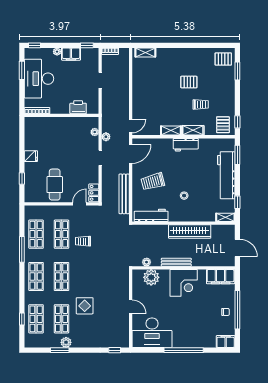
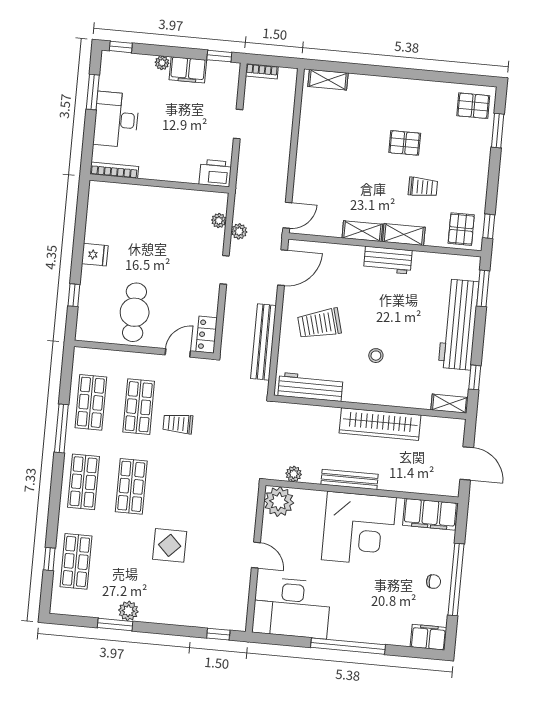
desk: (39, 79) -> (116, 120), width x0.73, depth x0.77
printer: (78, 107) -> (215, 173), moved
plant: (151, 277) -> (279, 502), moved
corner desk: (184, 283) -> (359, 529), width x1.36, depth x1.36
shop shelf: (61, 319) -> (124, 566), removed

